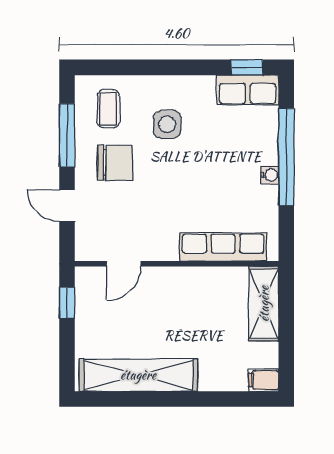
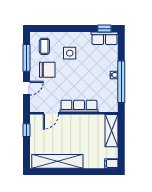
window: (286, 157) -> (121, 82), moved
door: (67, 206) -> (27, 88), swing flipped
row of seats: (223, 247) -> (79, 106), moved

